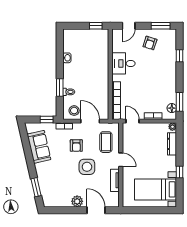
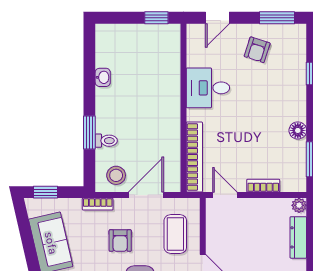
floor lamp: (172, 108) -> (298, 130), moved
window: (47, 120) -> (45, 192), moved
door: (90, 121) -> (146, 195), hinge flipped

